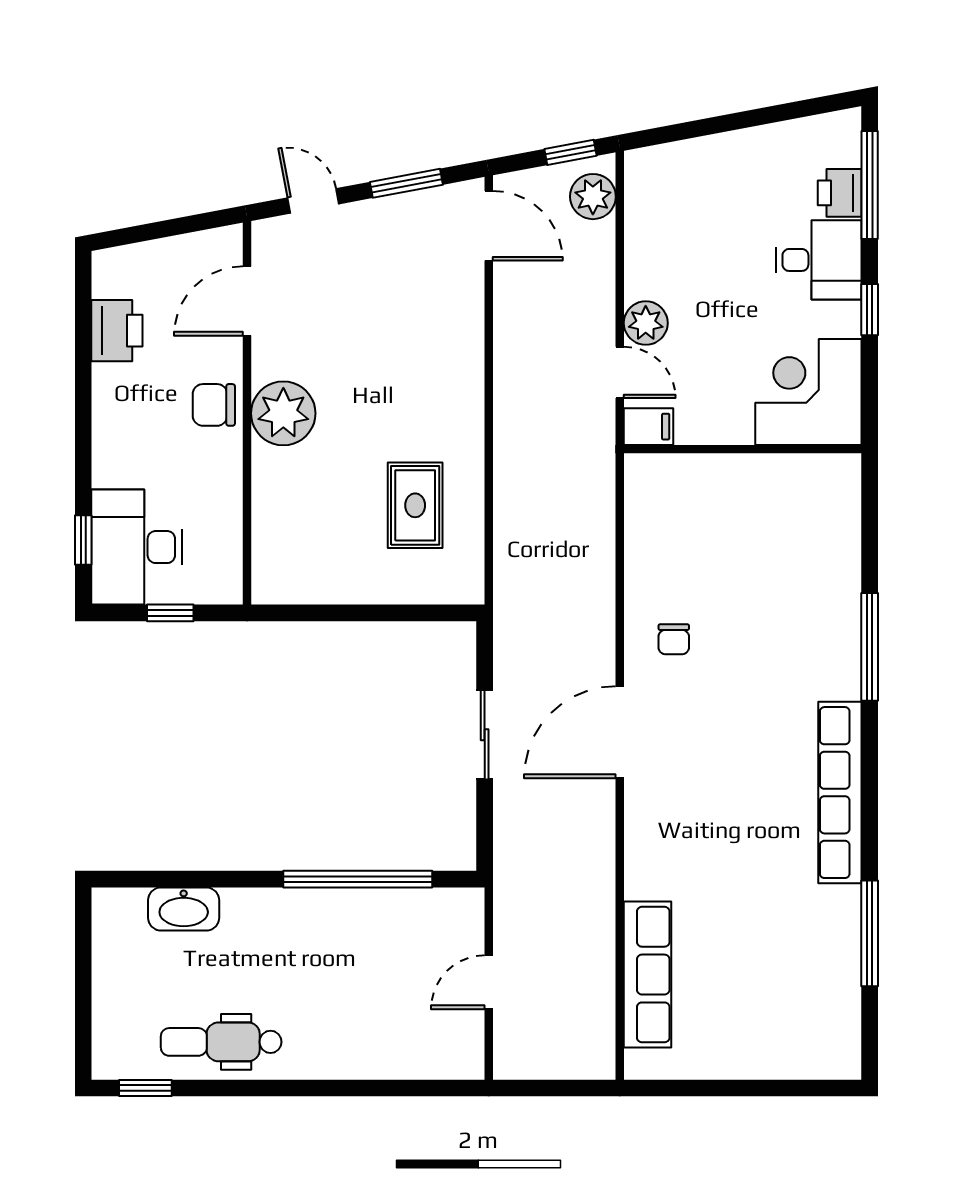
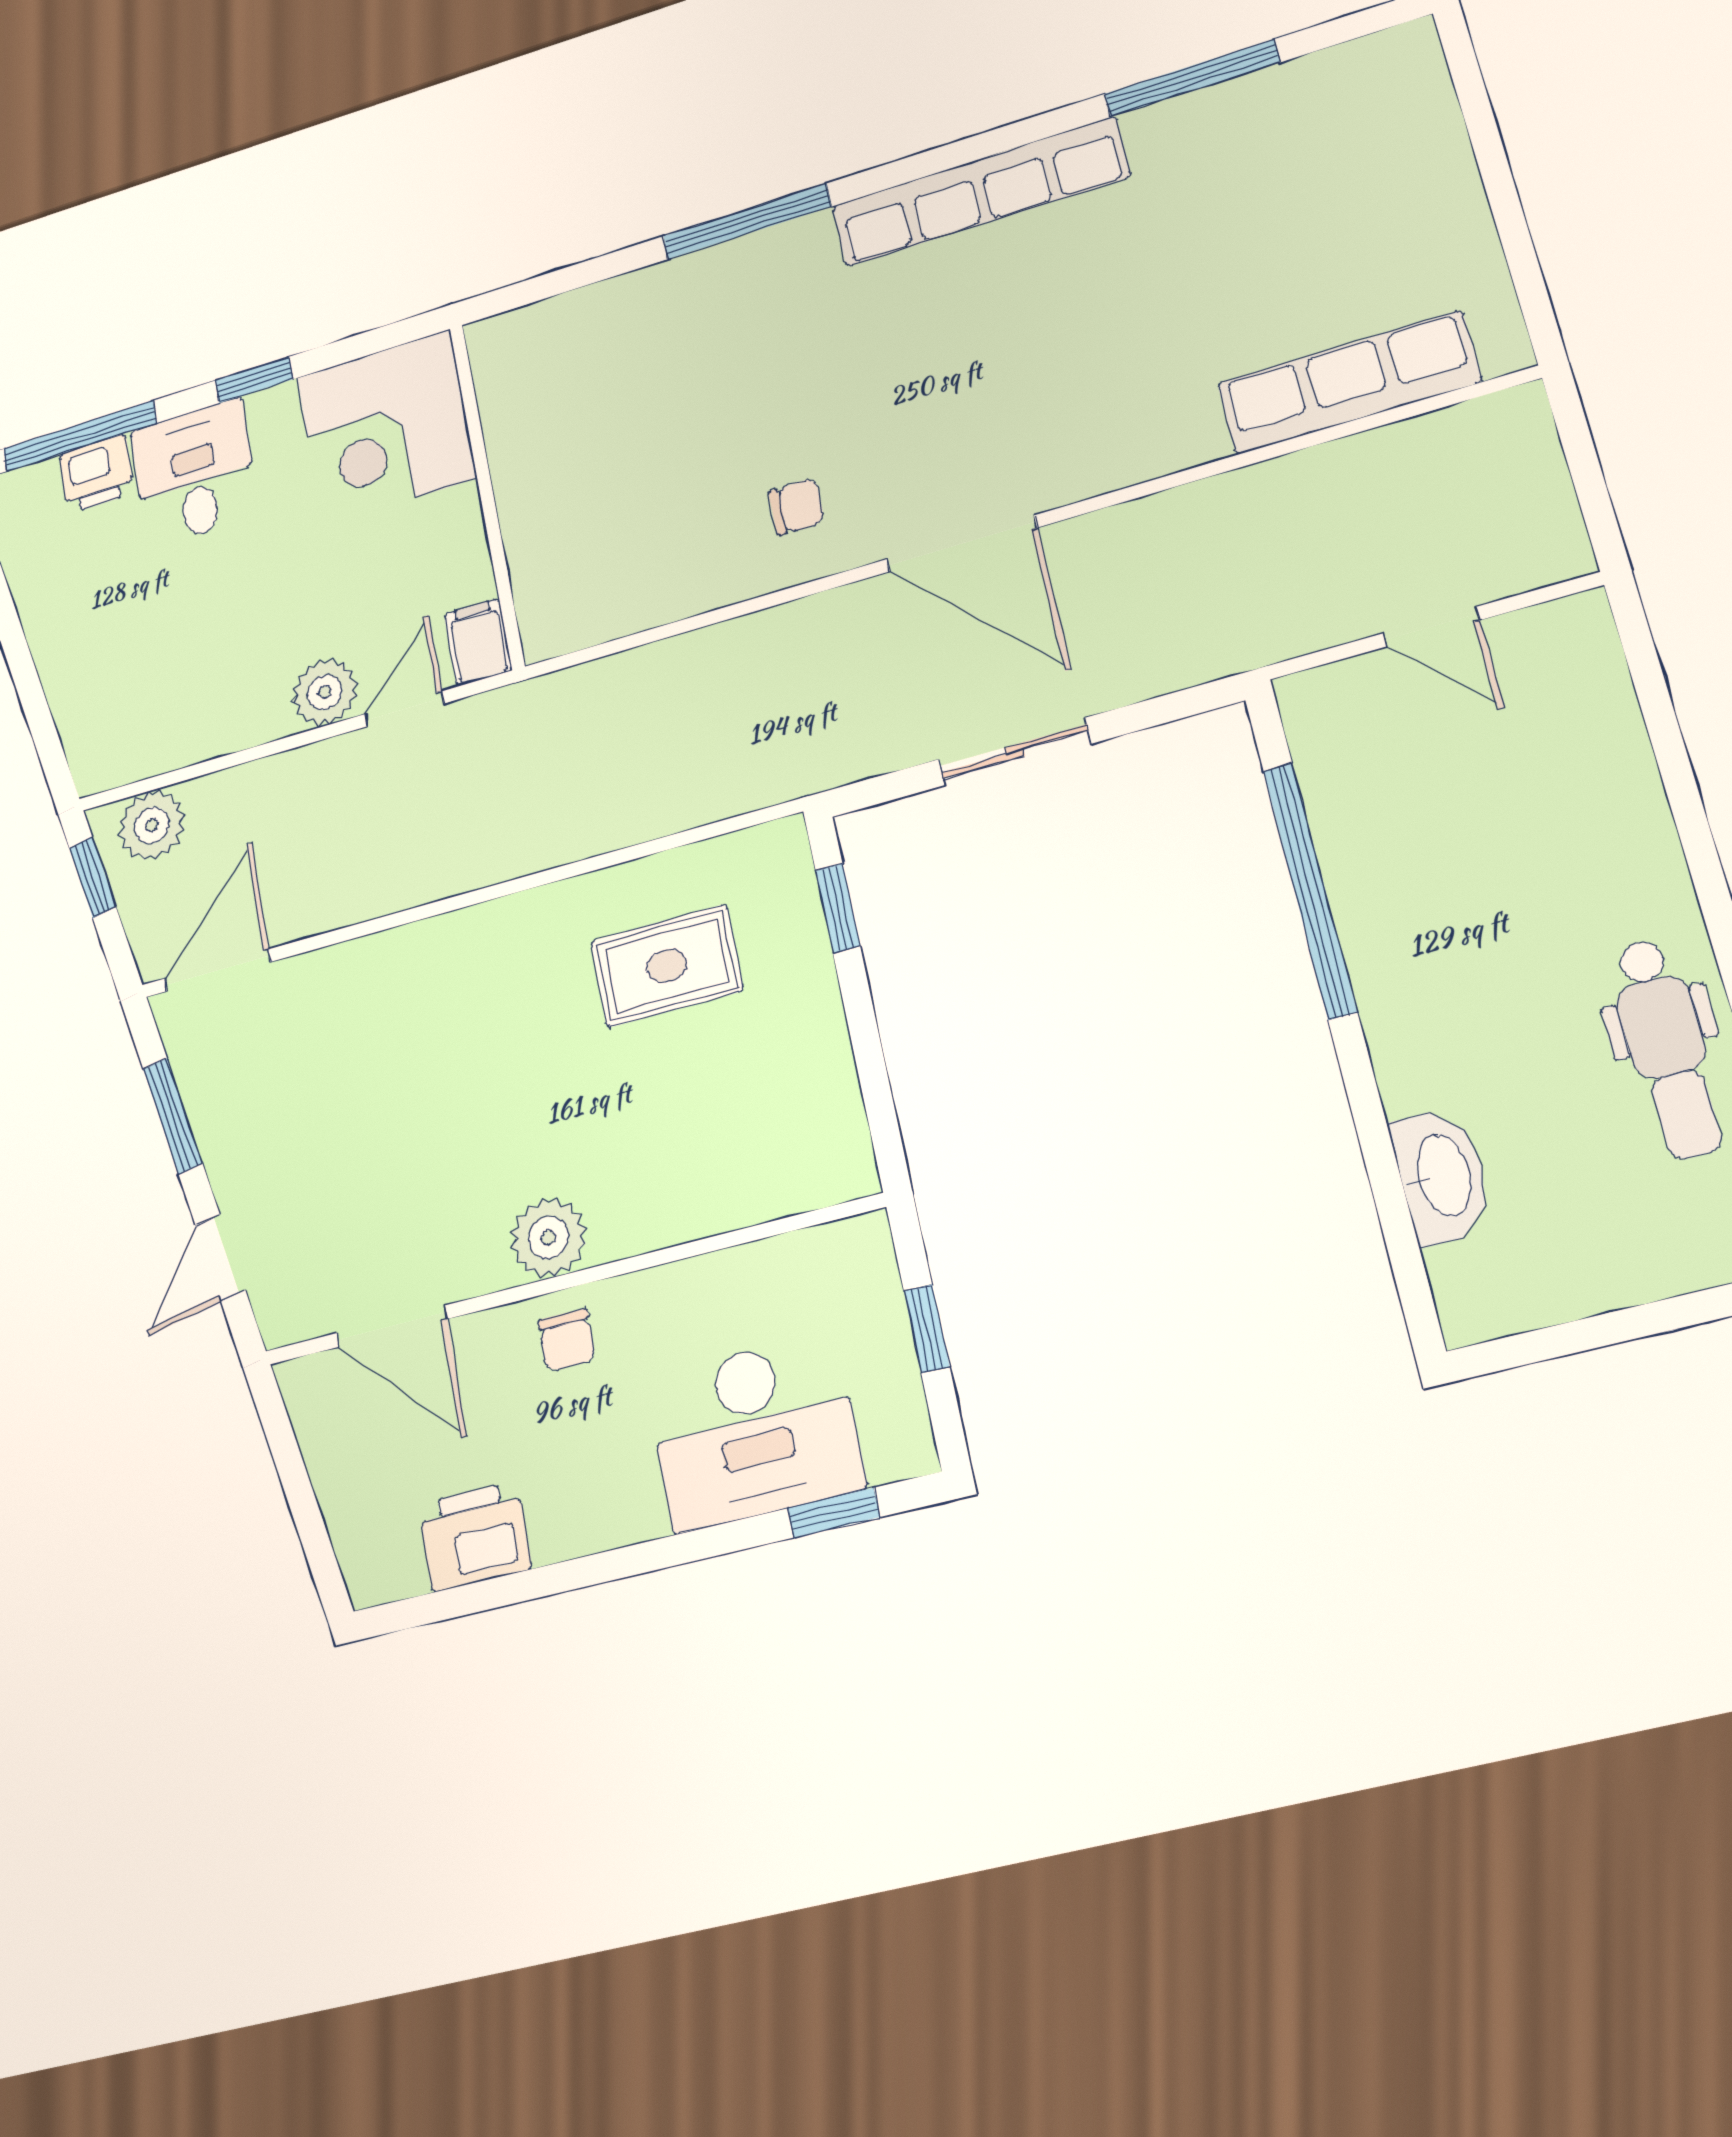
chair: (214, 405) -> (567, 1340), width x0.73, depth x0.73
plant: (283, 413) -> (549, 1238), width x0.73, depth x0.73
desk: (137, 547) -> (755, 1432), moved
window: (421, 613) -> (838, 908), added

